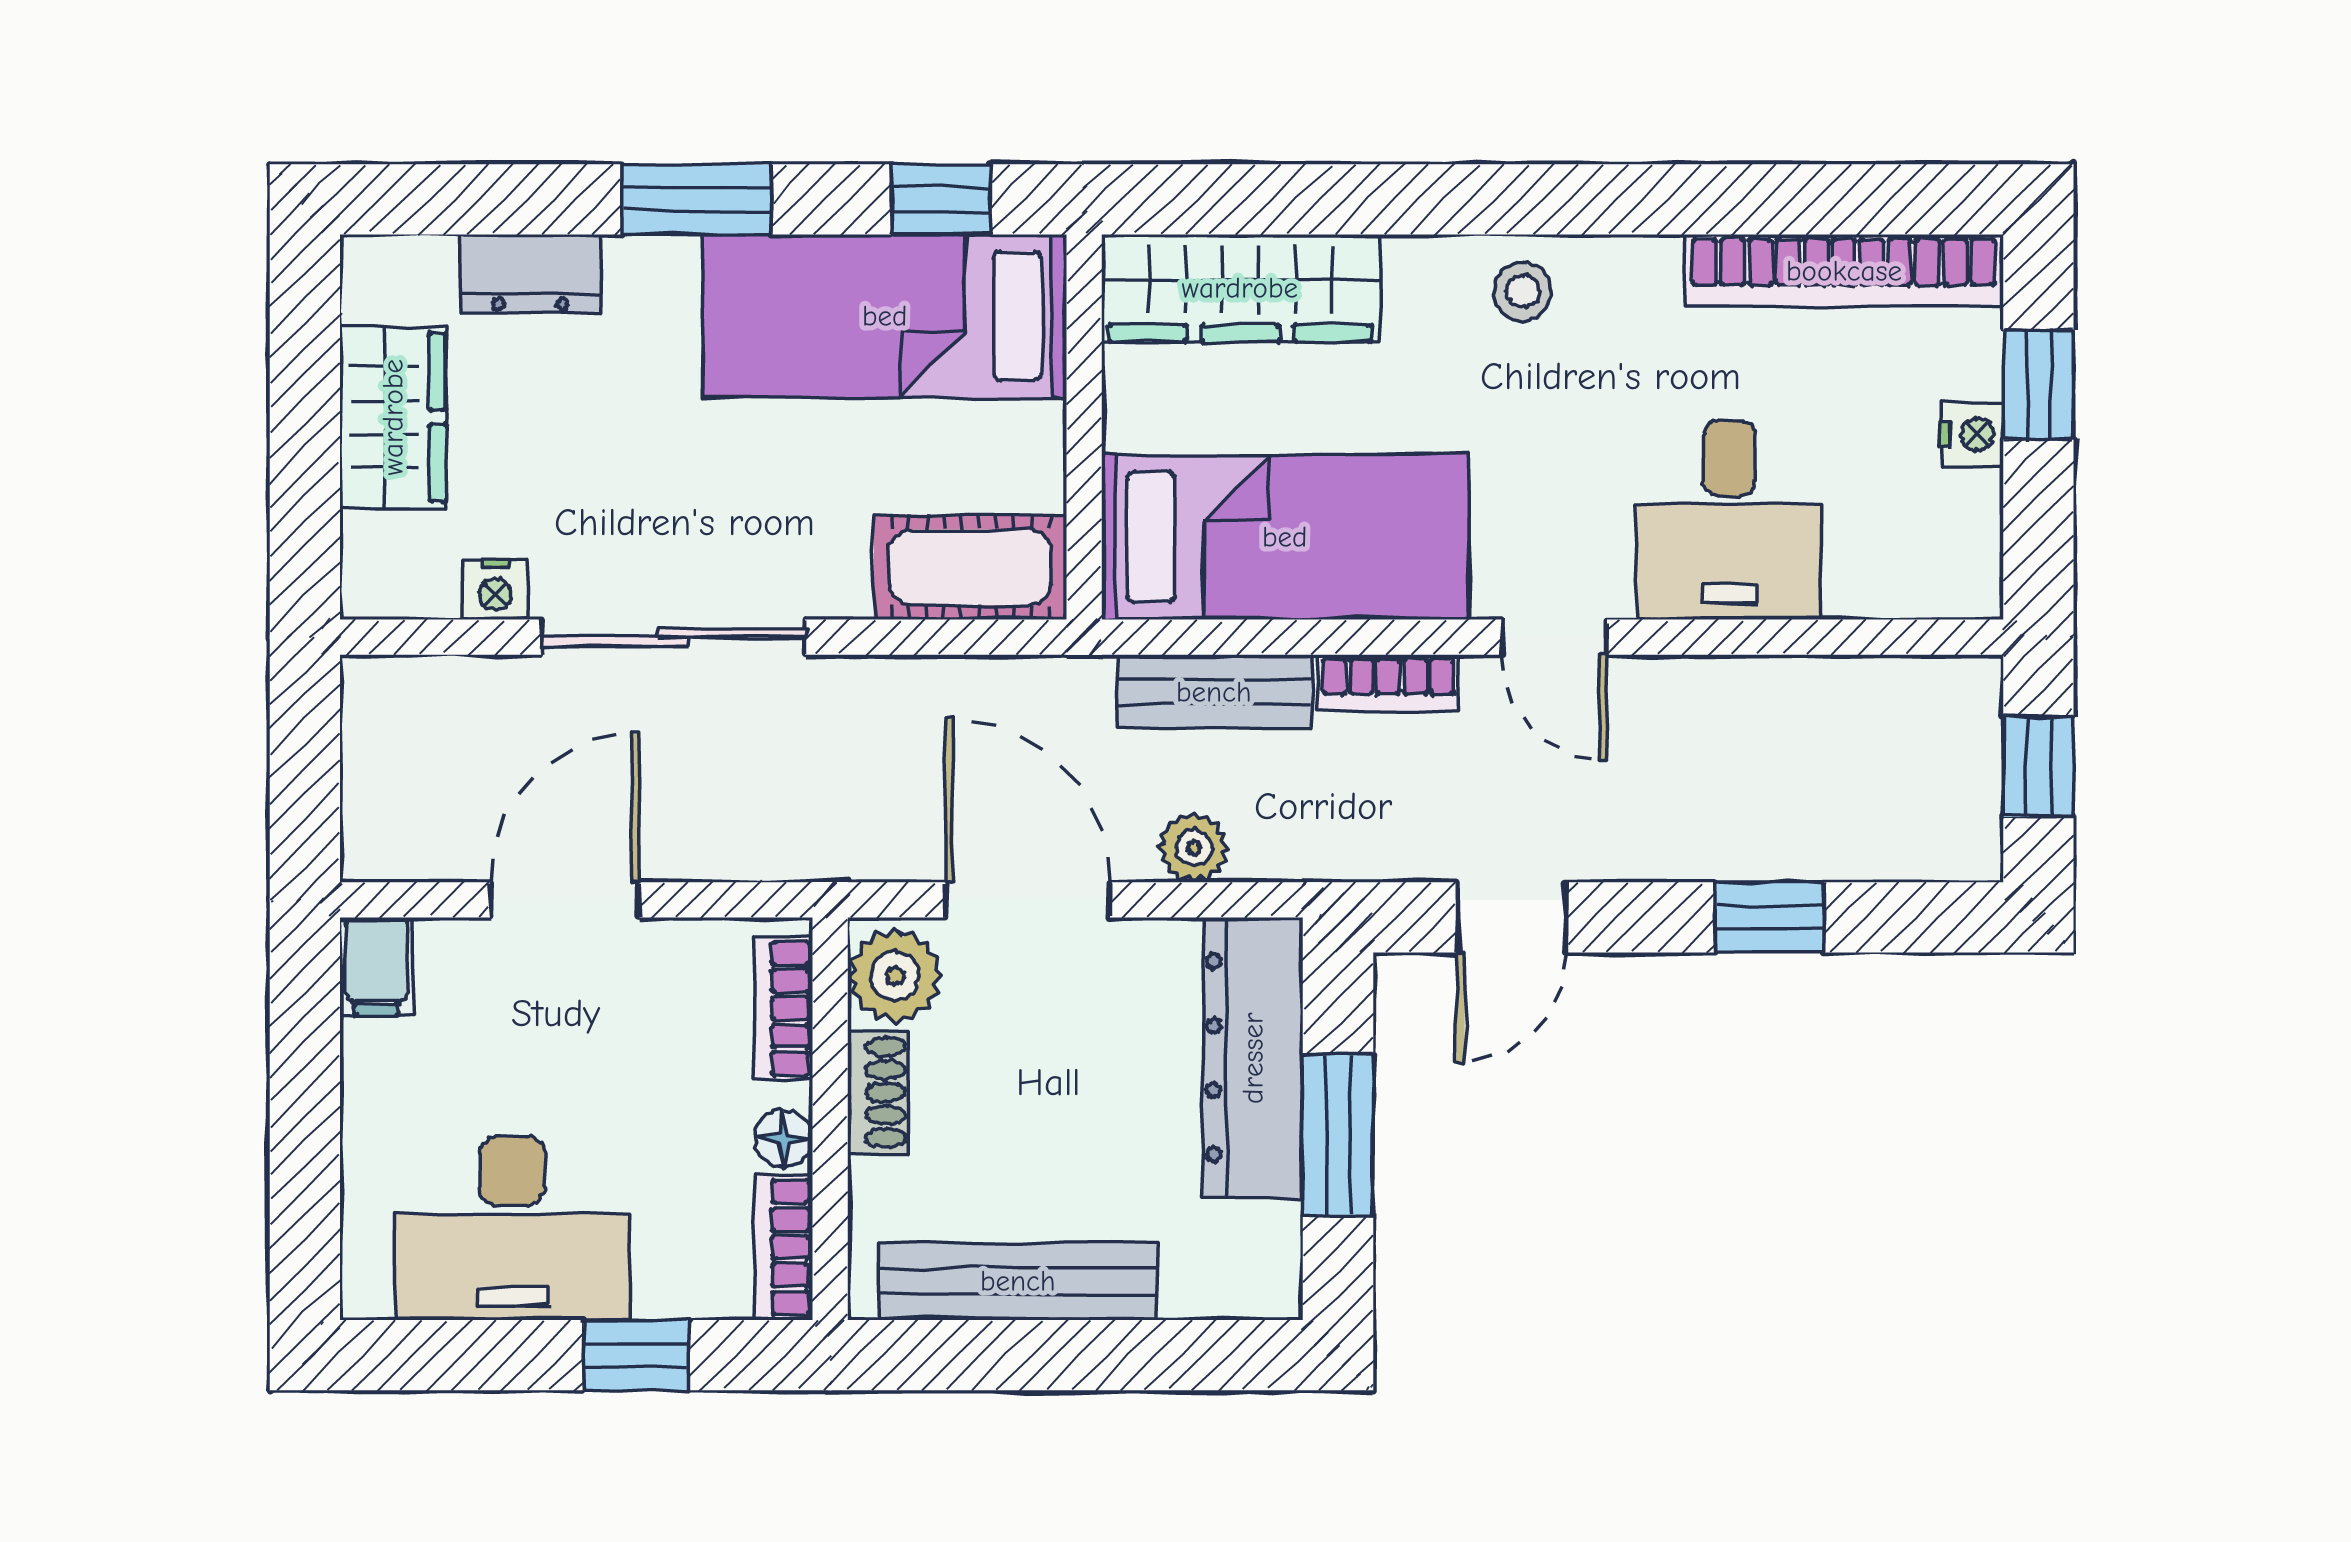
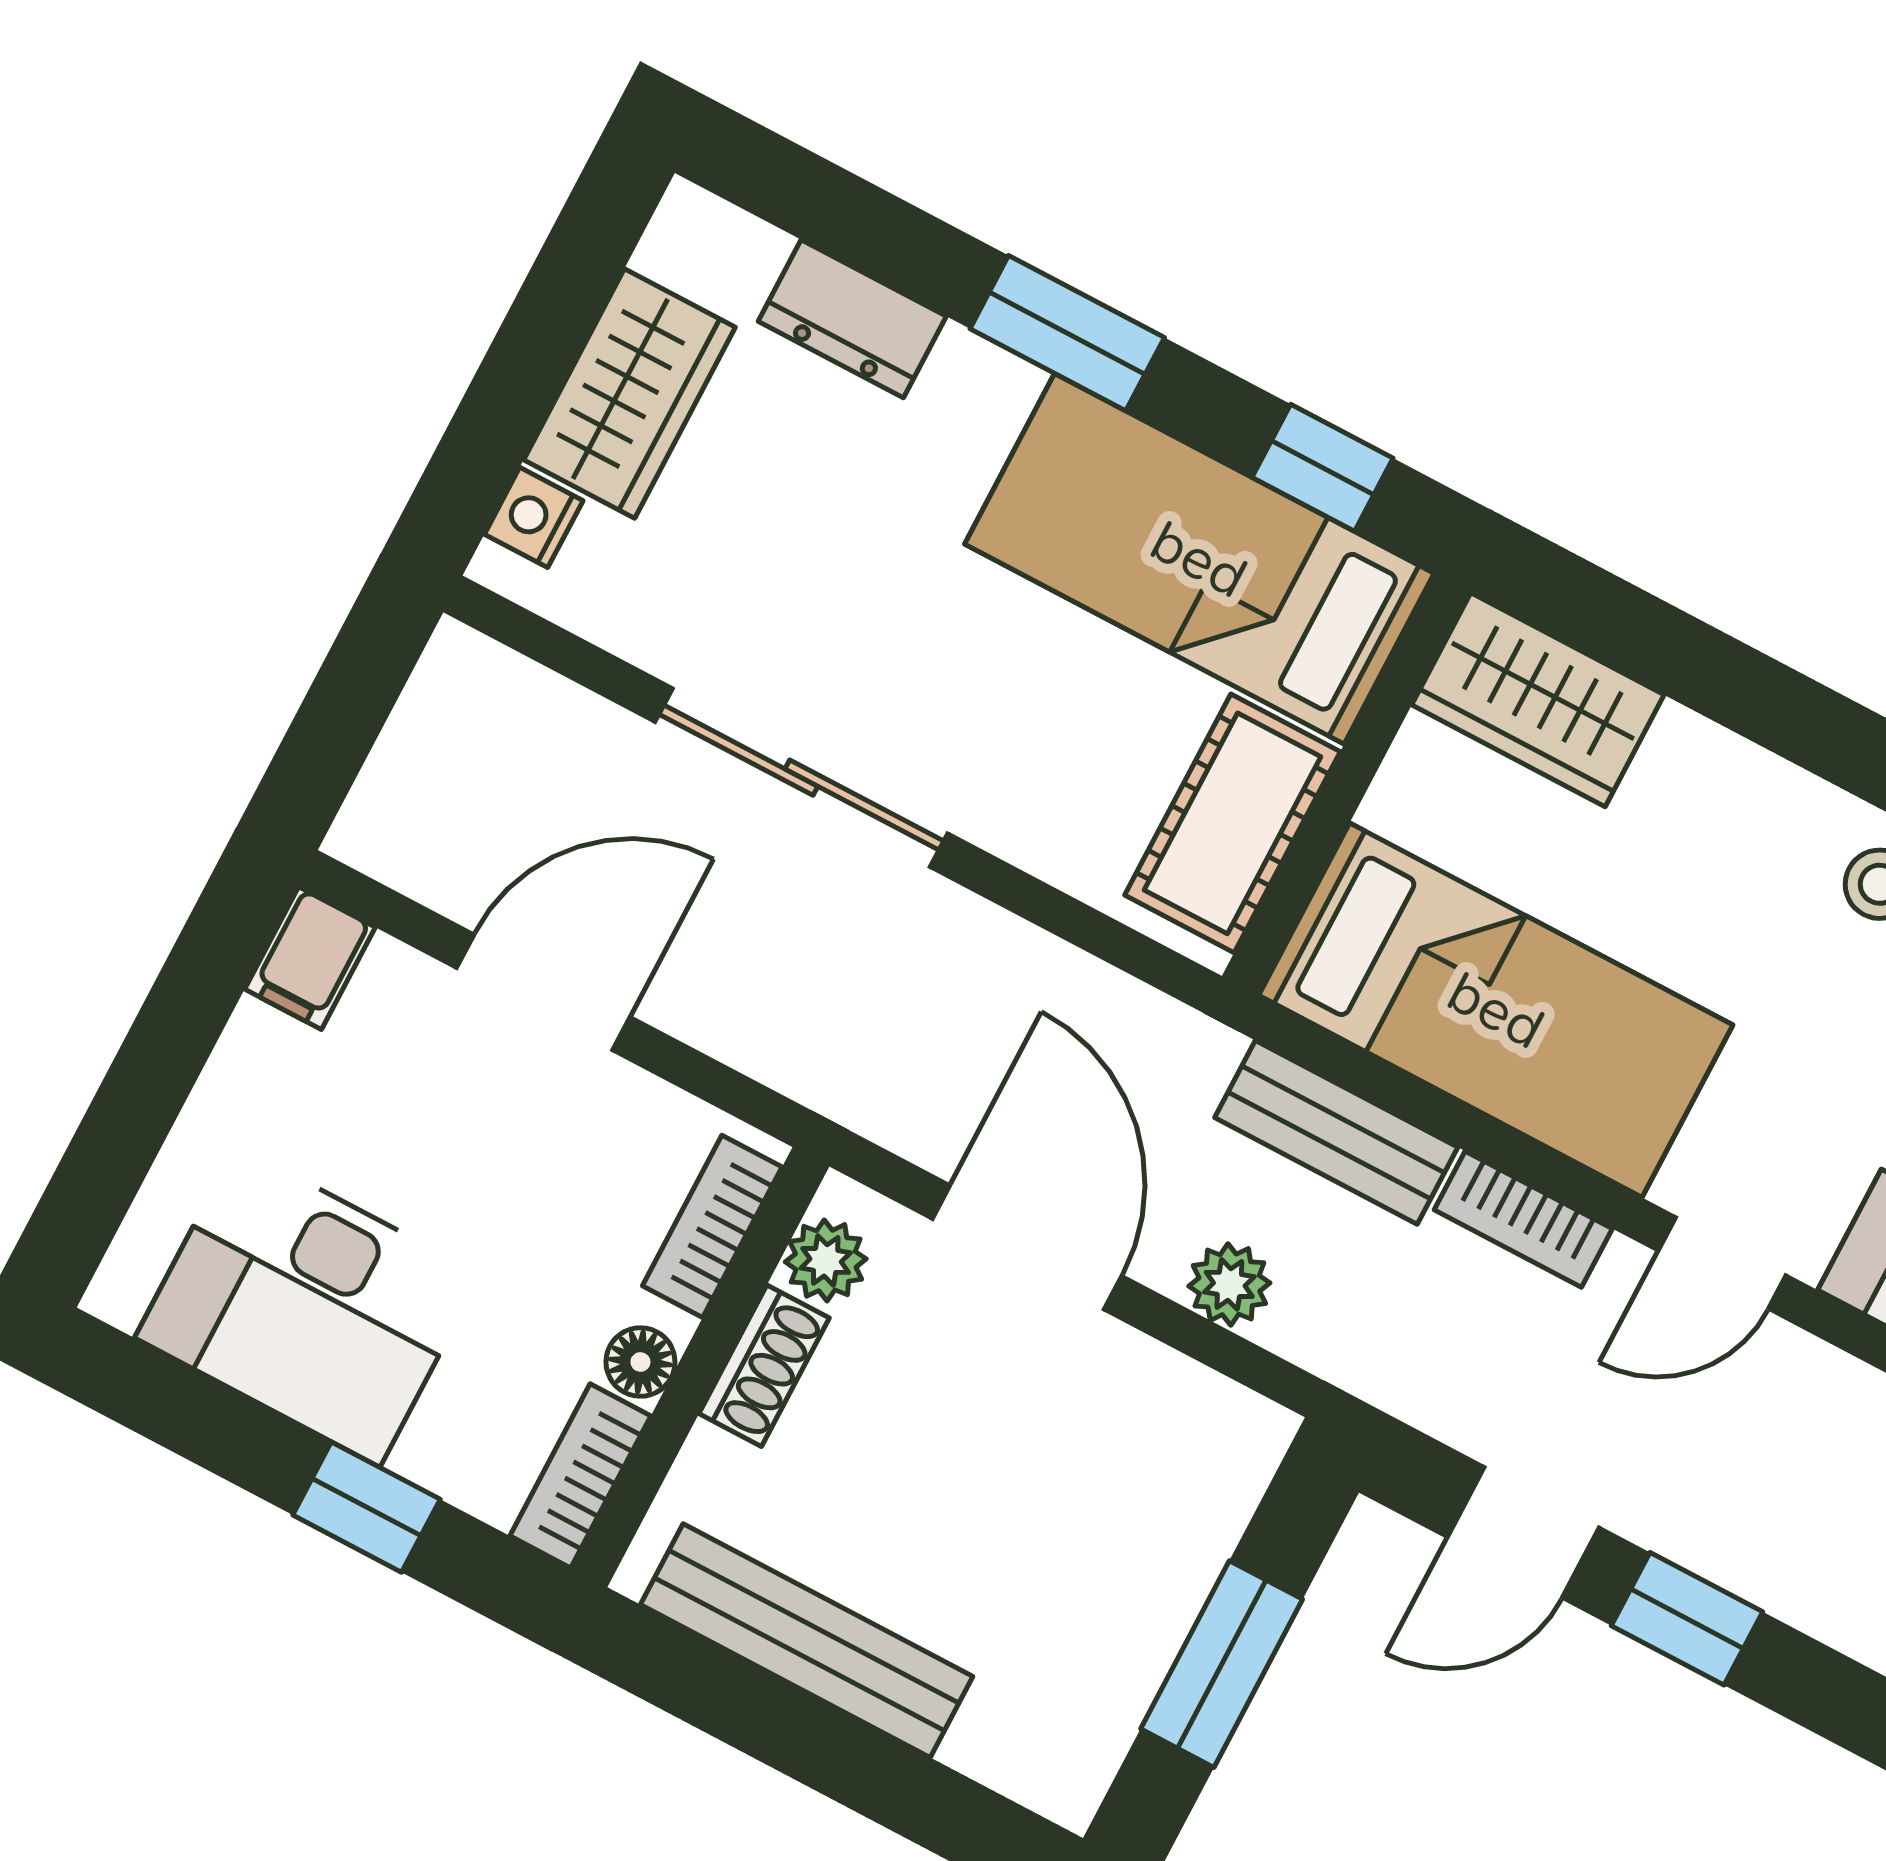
wardrobe: (1240, 288) -> (1538, 700), width x0.67
cot: (970, 567) -> (1232, 823), moved, turned 90
nightstand: (495, 589) -> (534, 517), moved, turned 90
door: (1554, 637) -> (1722, 1263), hinge flipped
window: (1770, 917) -> (1687, 1619), moved
plant: (895, 976) -> (826, 1260), width x0.73, depth x0.73
dresser: (1253, 1058) -> (1175, 1536), removed

